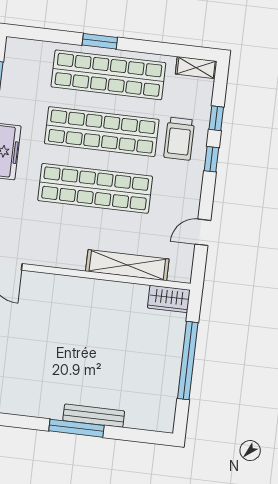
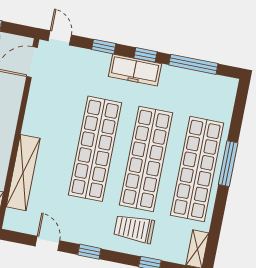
window: (100, 41) -> (228, 164), width x1.44
window: (211, 159) -> (89, 252), moved

